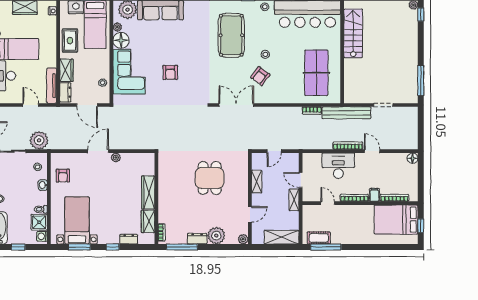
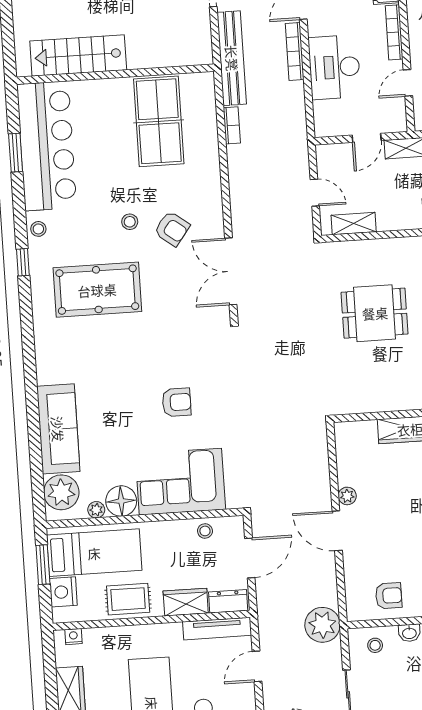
table tennis table: (316, 73) -> (159, 121), turned 90
plant: (39, 140) -> (323, 625), moved
shelving: (257, 182) -> (354, 224), moved

